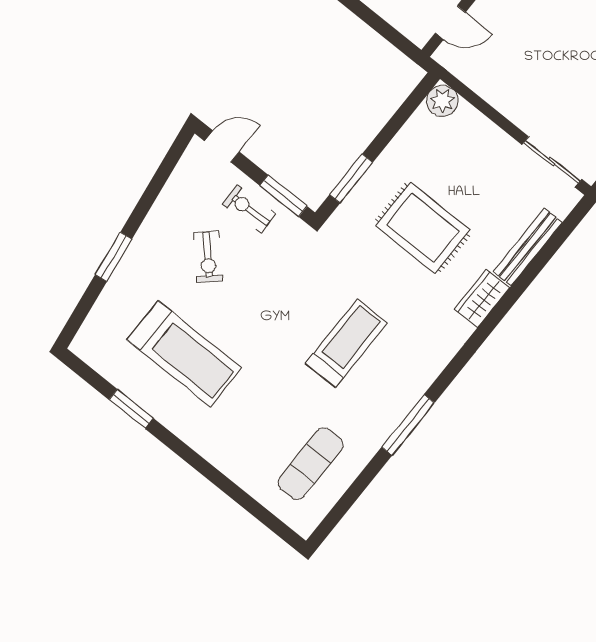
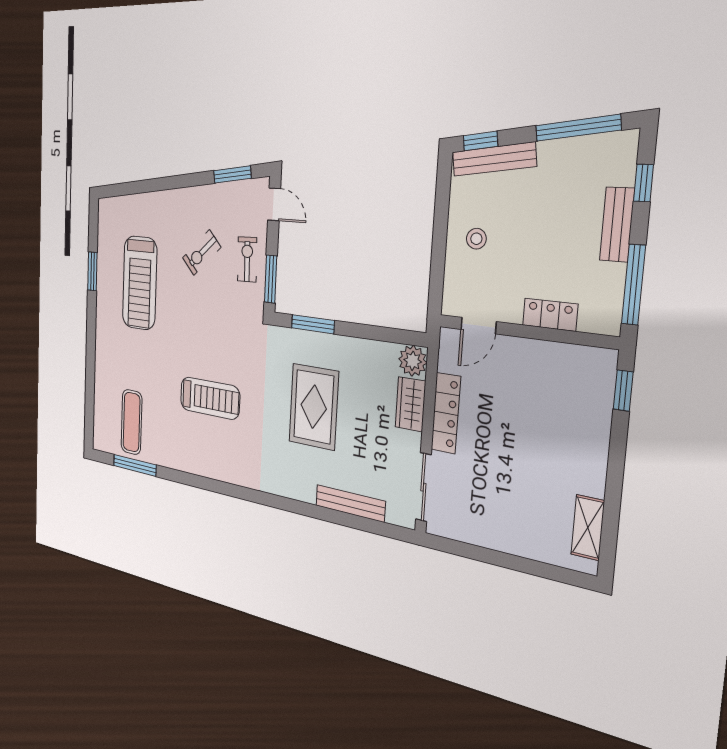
door: (450, 23) -> (479, 326), hinge flipped
locker: (503, 99) -> (446, 413), added
window: (114, 257) -> (232, 174), moved
wardrobe: (482, 298) -> (410, 404), moved, turned -90
window: (408, 425) -> (135, 465), moved
exercise mat: (311, 464) -> (132, 422), turned 90

